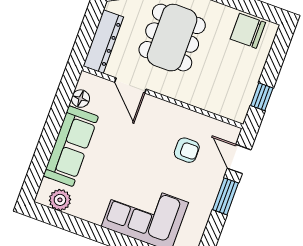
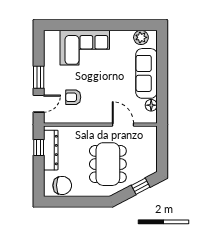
dresser: (103, 42) -> (51, 150), moved, turned 180
door: (239, 159) -> (39, 104), hinge flipped

